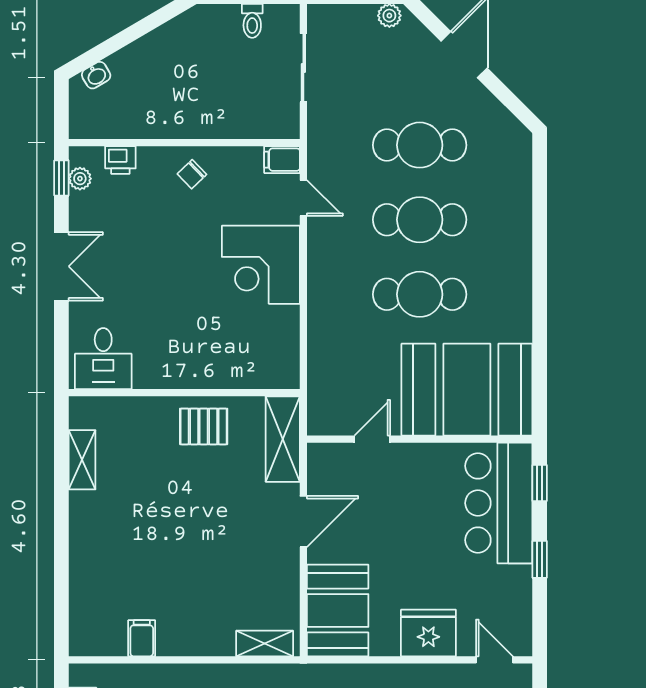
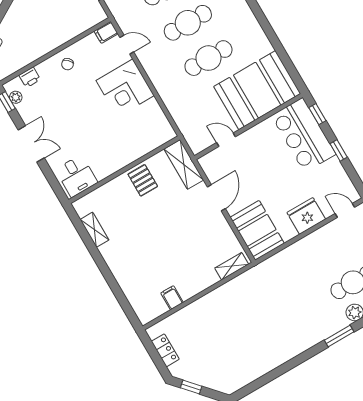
pallet: (204, 426) -> (143, 180), turned 90
door: (372, 439) -> (226, 140), hinge flipped

